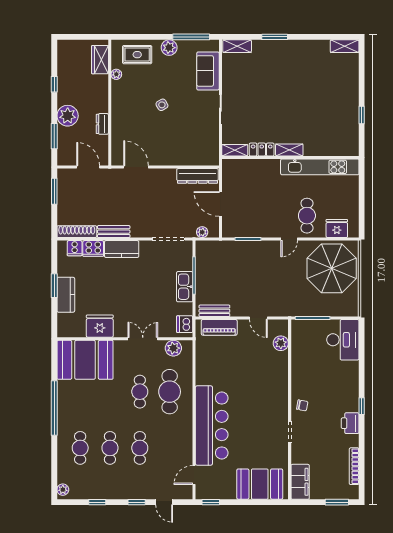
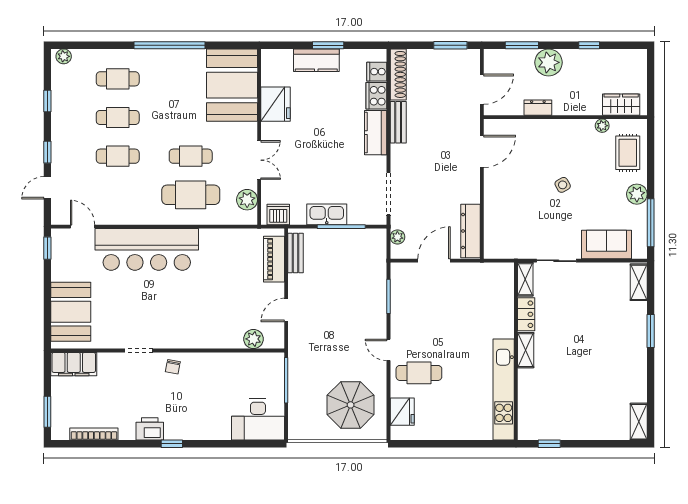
shelving: (235, 150) -> (525, 279), moved
locker: (262, 150) -> (526, 314), moved
shelving: (289, 150) -> (526, 350), moved
wall: (290, 157) -> (516, 351), moved
kitchen unit: (320, 167) -> (504, 390), moved
parasol: (332, 268) -> (351, 405), width x0.73, depth x0.73

